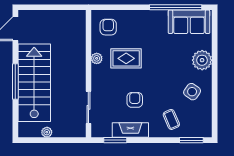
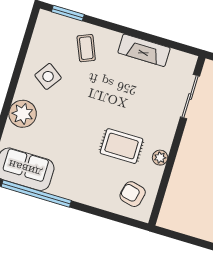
armchair: (108, 27) -> (133, 194), turned 103
armchair: (135, 100) -> (126, 88), removed
window: (115, 140) -> (168, 43), removed

